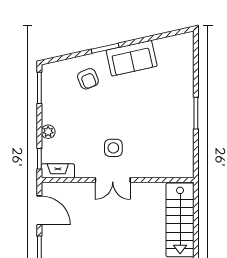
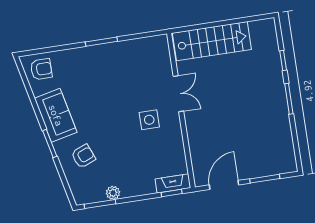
armchair: (178, 51) -> (41, 69), added
plant: (48, 132) -> (113, 193), moved
fireplace: (58, 171) -> (173, 183), moved, turned 90
double door: (113, 180) -> (178, 94), moved

